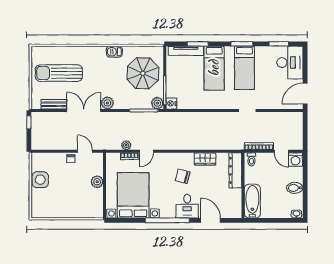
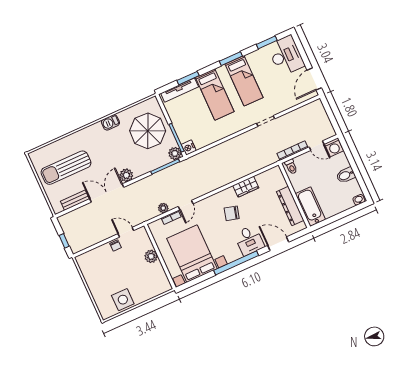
window: (29, 122) -> (64, 241), moved
dresser: (235, 170) -> (290, 206), moved
side table: (40, 180) -> (123, 300), moved

